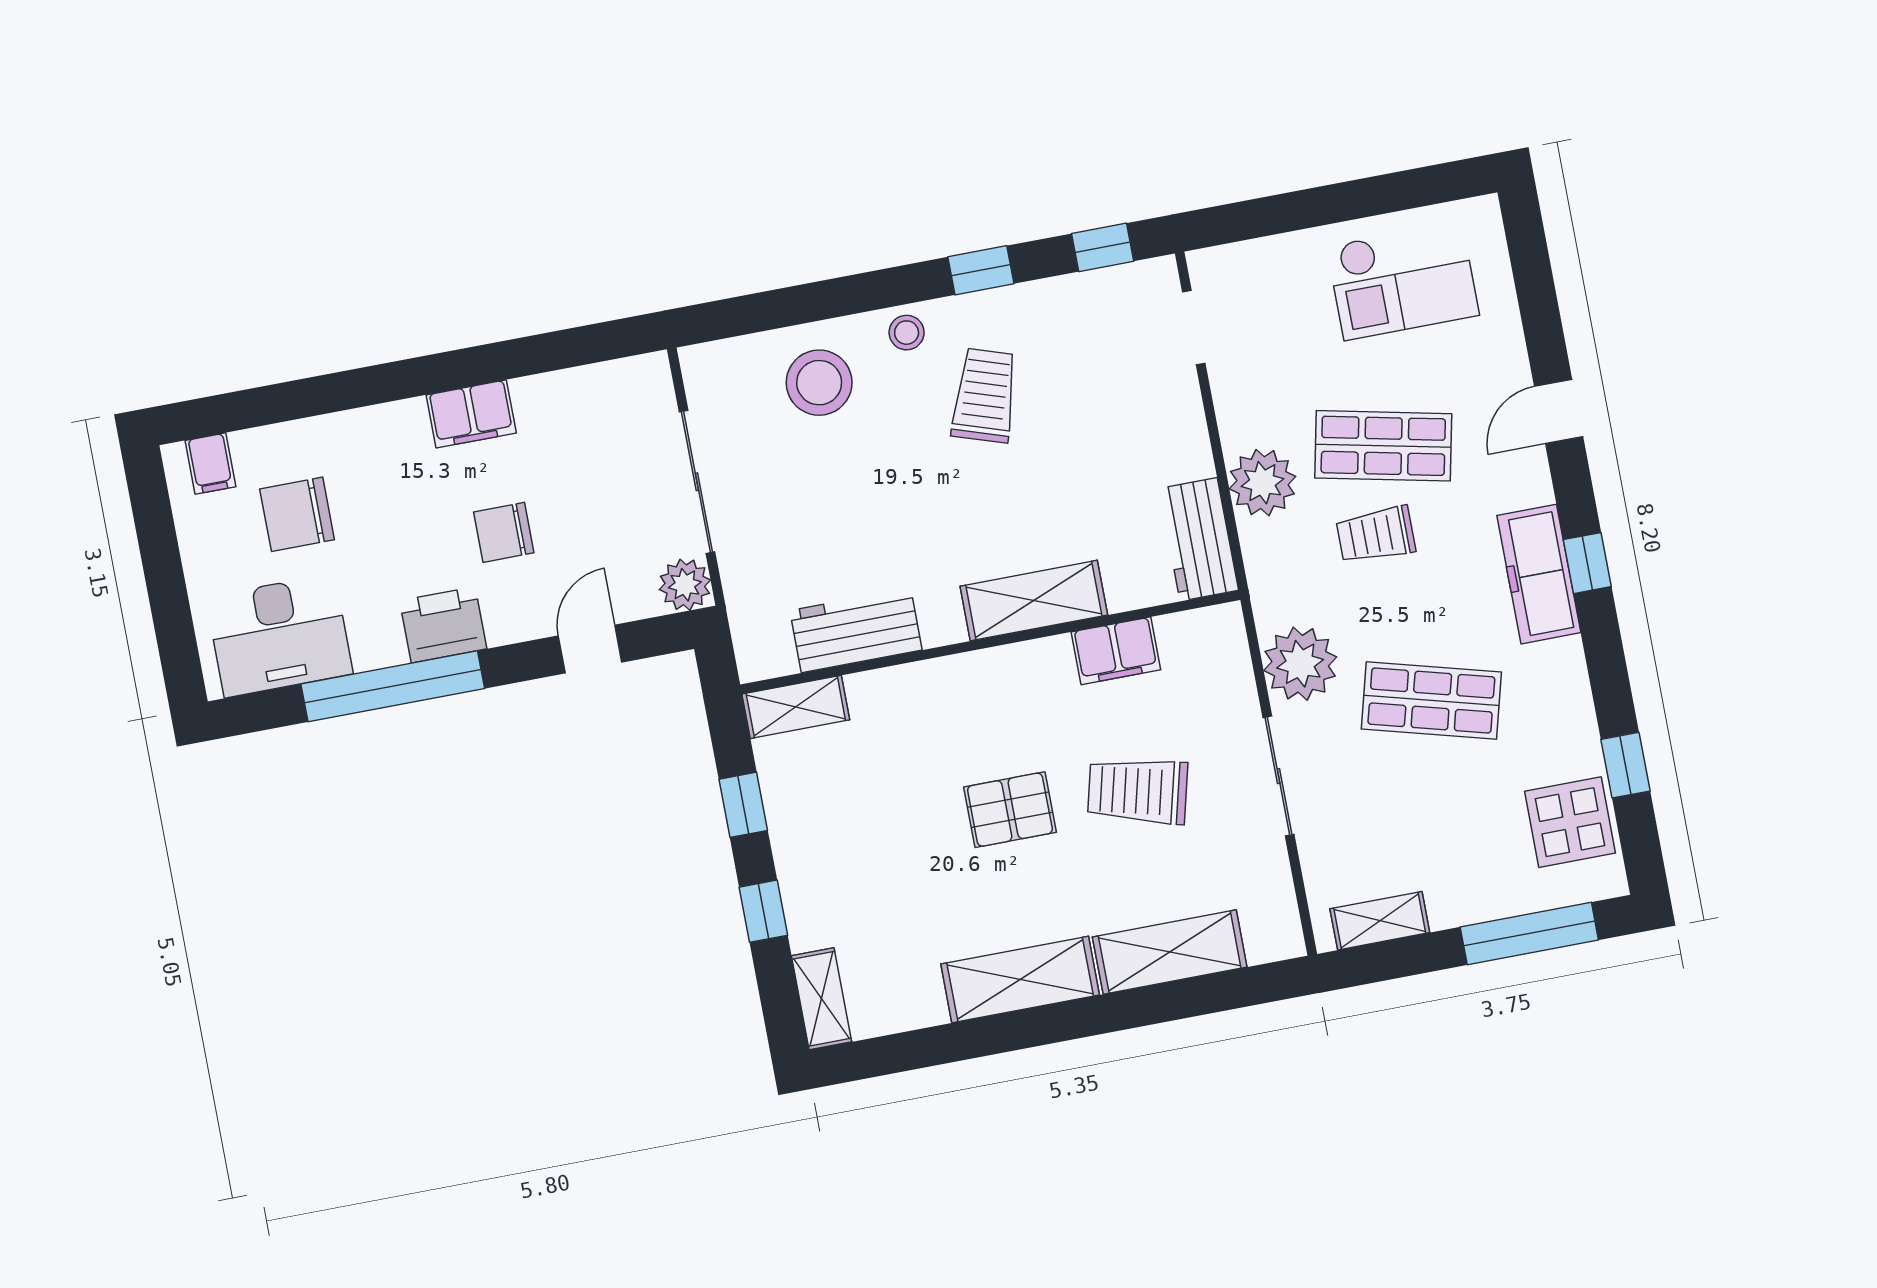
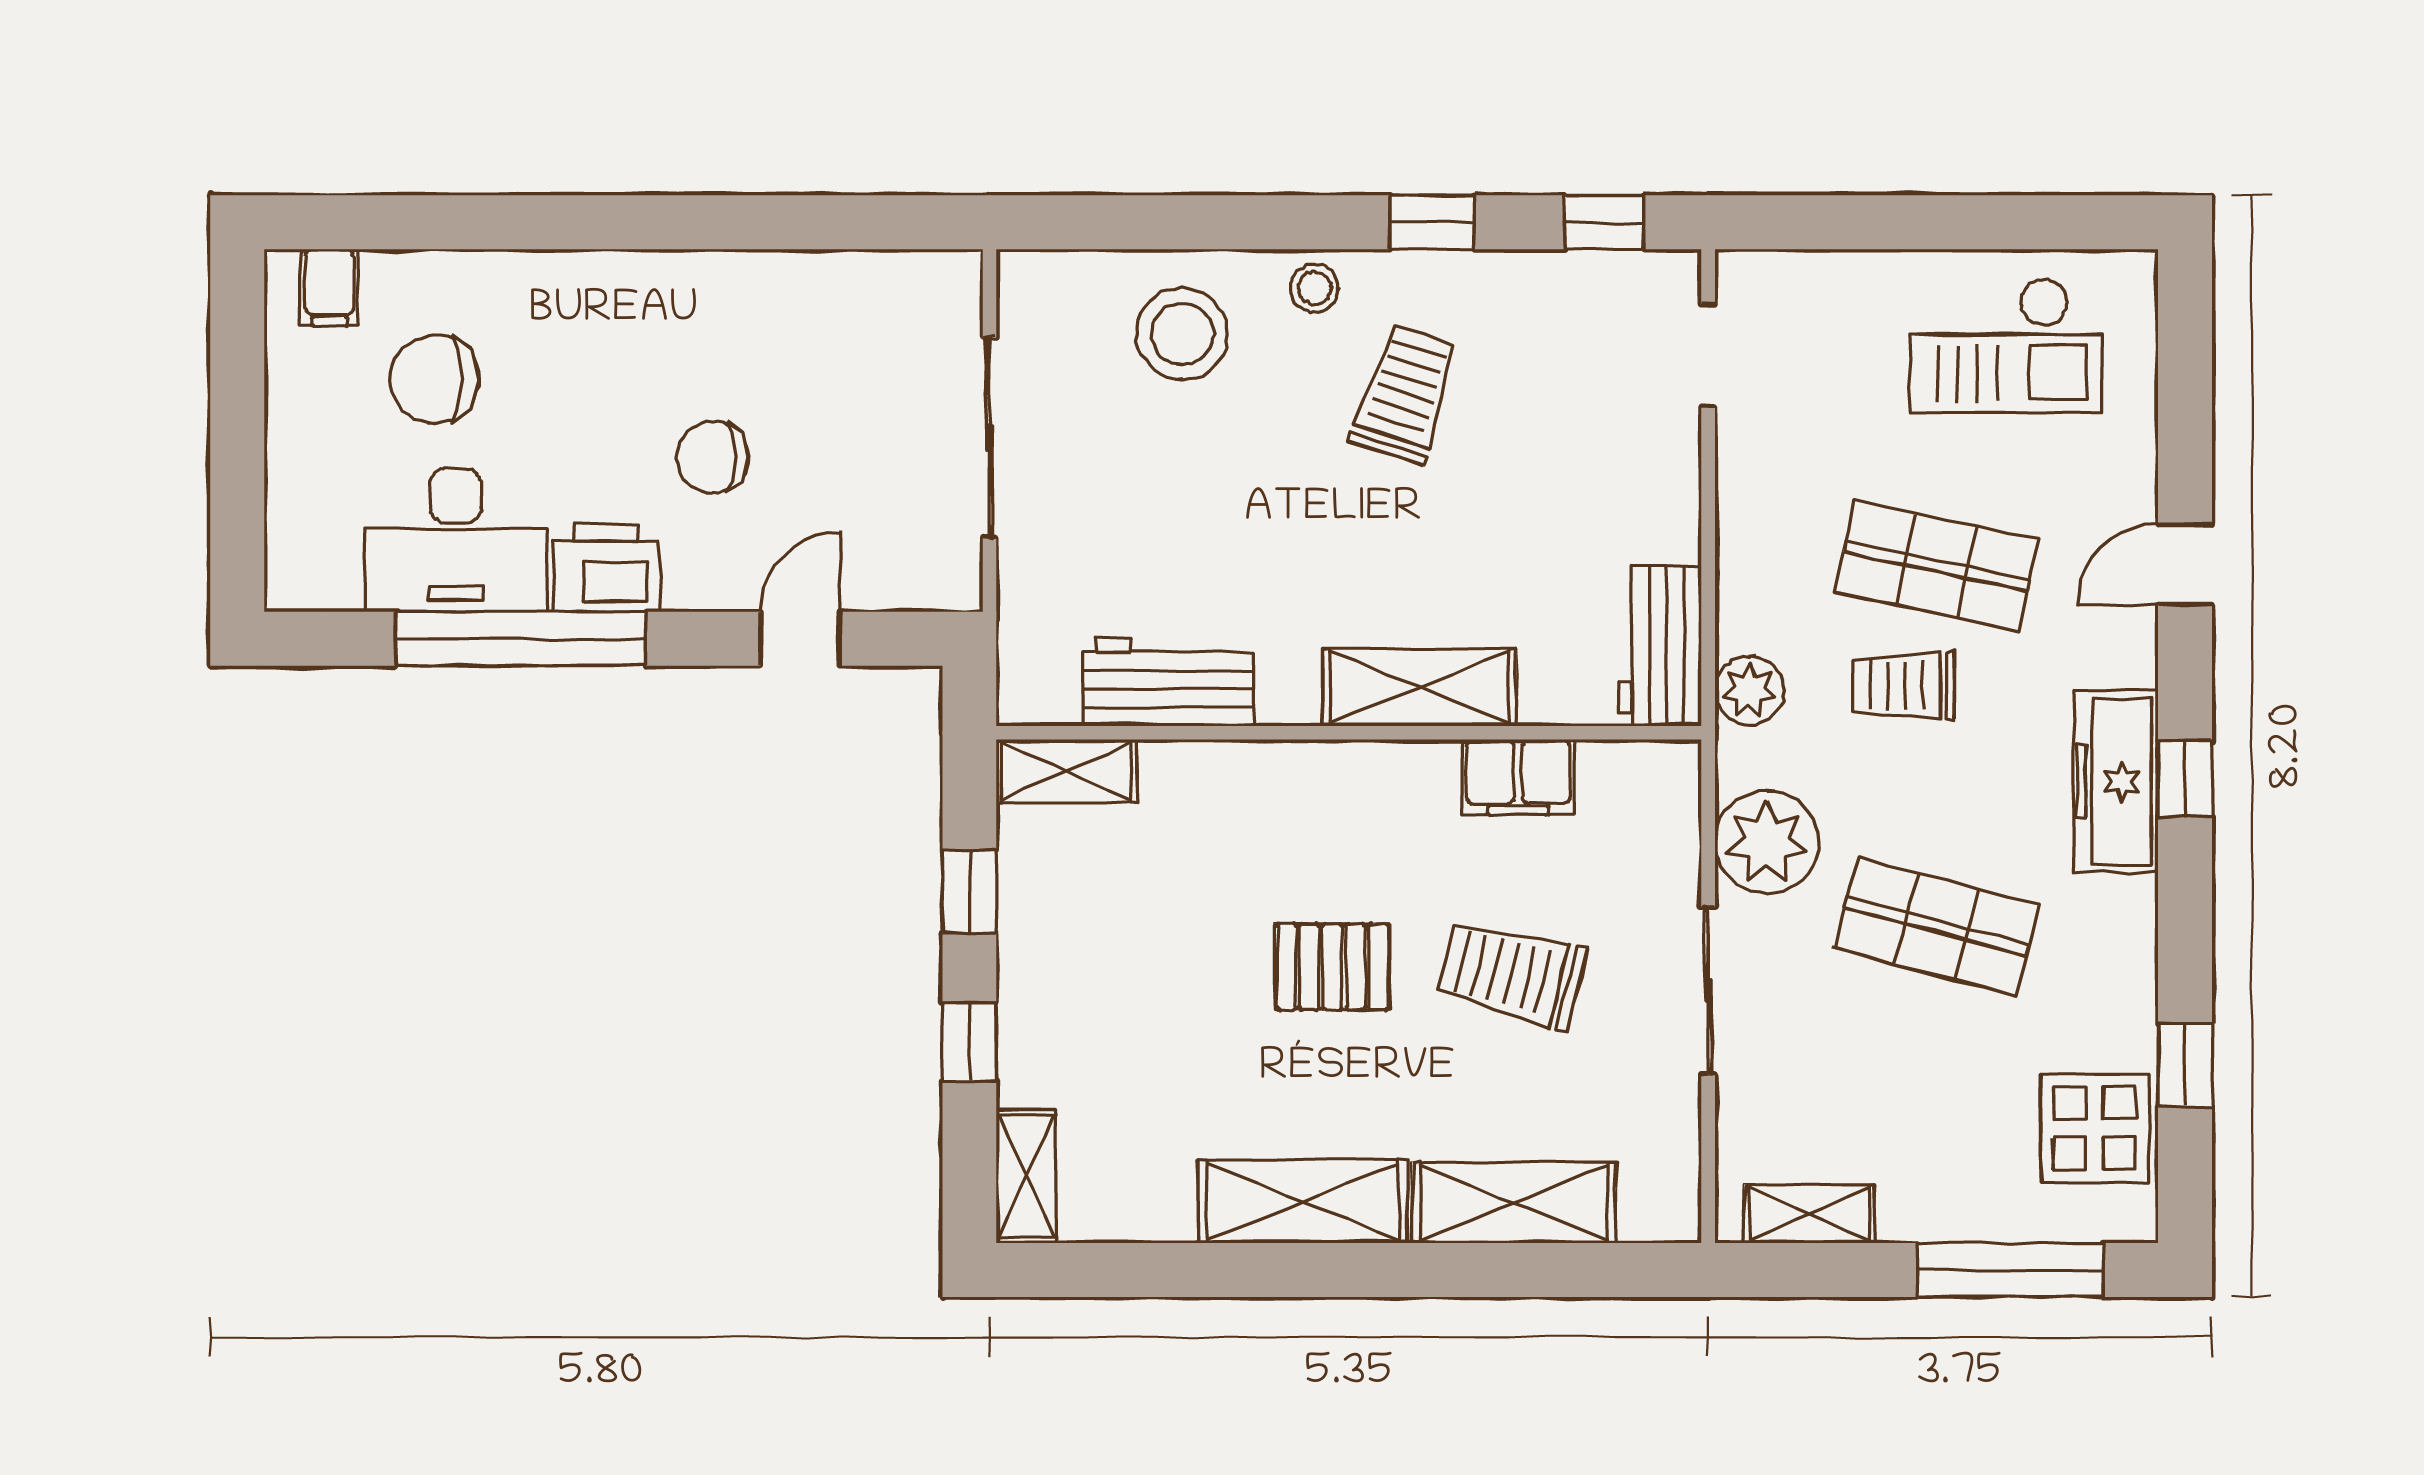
filing cabinet: (471, 414) -> (699, 287), removed
plant: (1262, 483) -> (1749, 691), moved, width x0.73, depth x0.73
plant: (685, 585) -> (946, 576), removed
desk: (279, 636) -> (456, 540), moved

